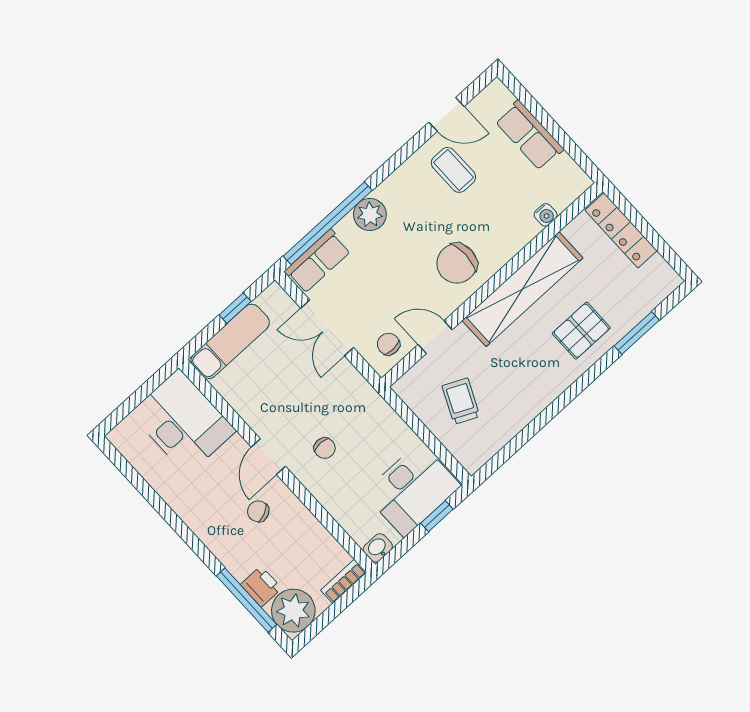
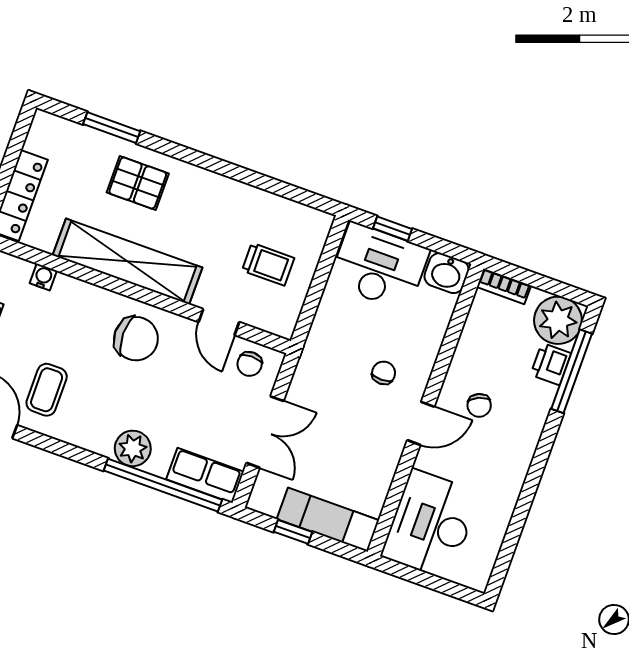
trolley: (461, 401) -> (268, 264), turned -115
washbasin: (378, 548) -> (447, 273), width x1.38, depth x1.45

